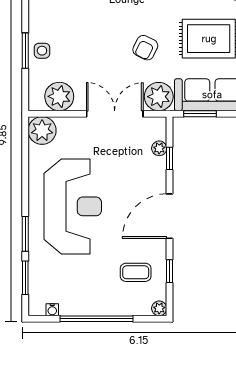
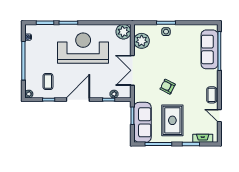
plant: (159, 97) -> (142, 94), removed
double door: (115, 114) -> (132, 70), swing flipped
reception desk: (73, 206) -> (83, 48), turned 180
door: (170, 216) -> (78, 100), hinge flipped

